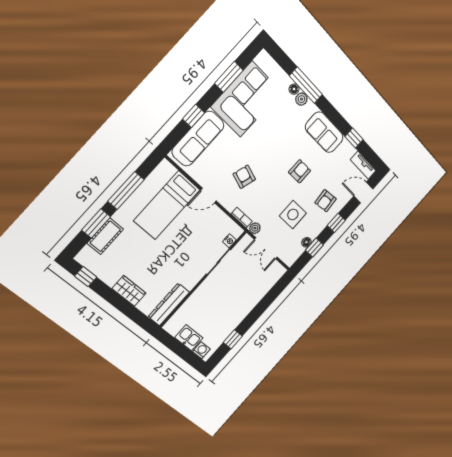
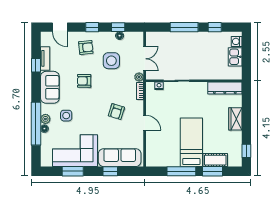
window: (306, 85) -> (36, 124), width x1.46
side table: (286, 123) -> (66, 116), added
tv unit: (363, 165) -> (45, 58), moved
bed: (167, 205) -> (191, 142), moved, turned -90
window: (259, 310) -> (184, 27), added

